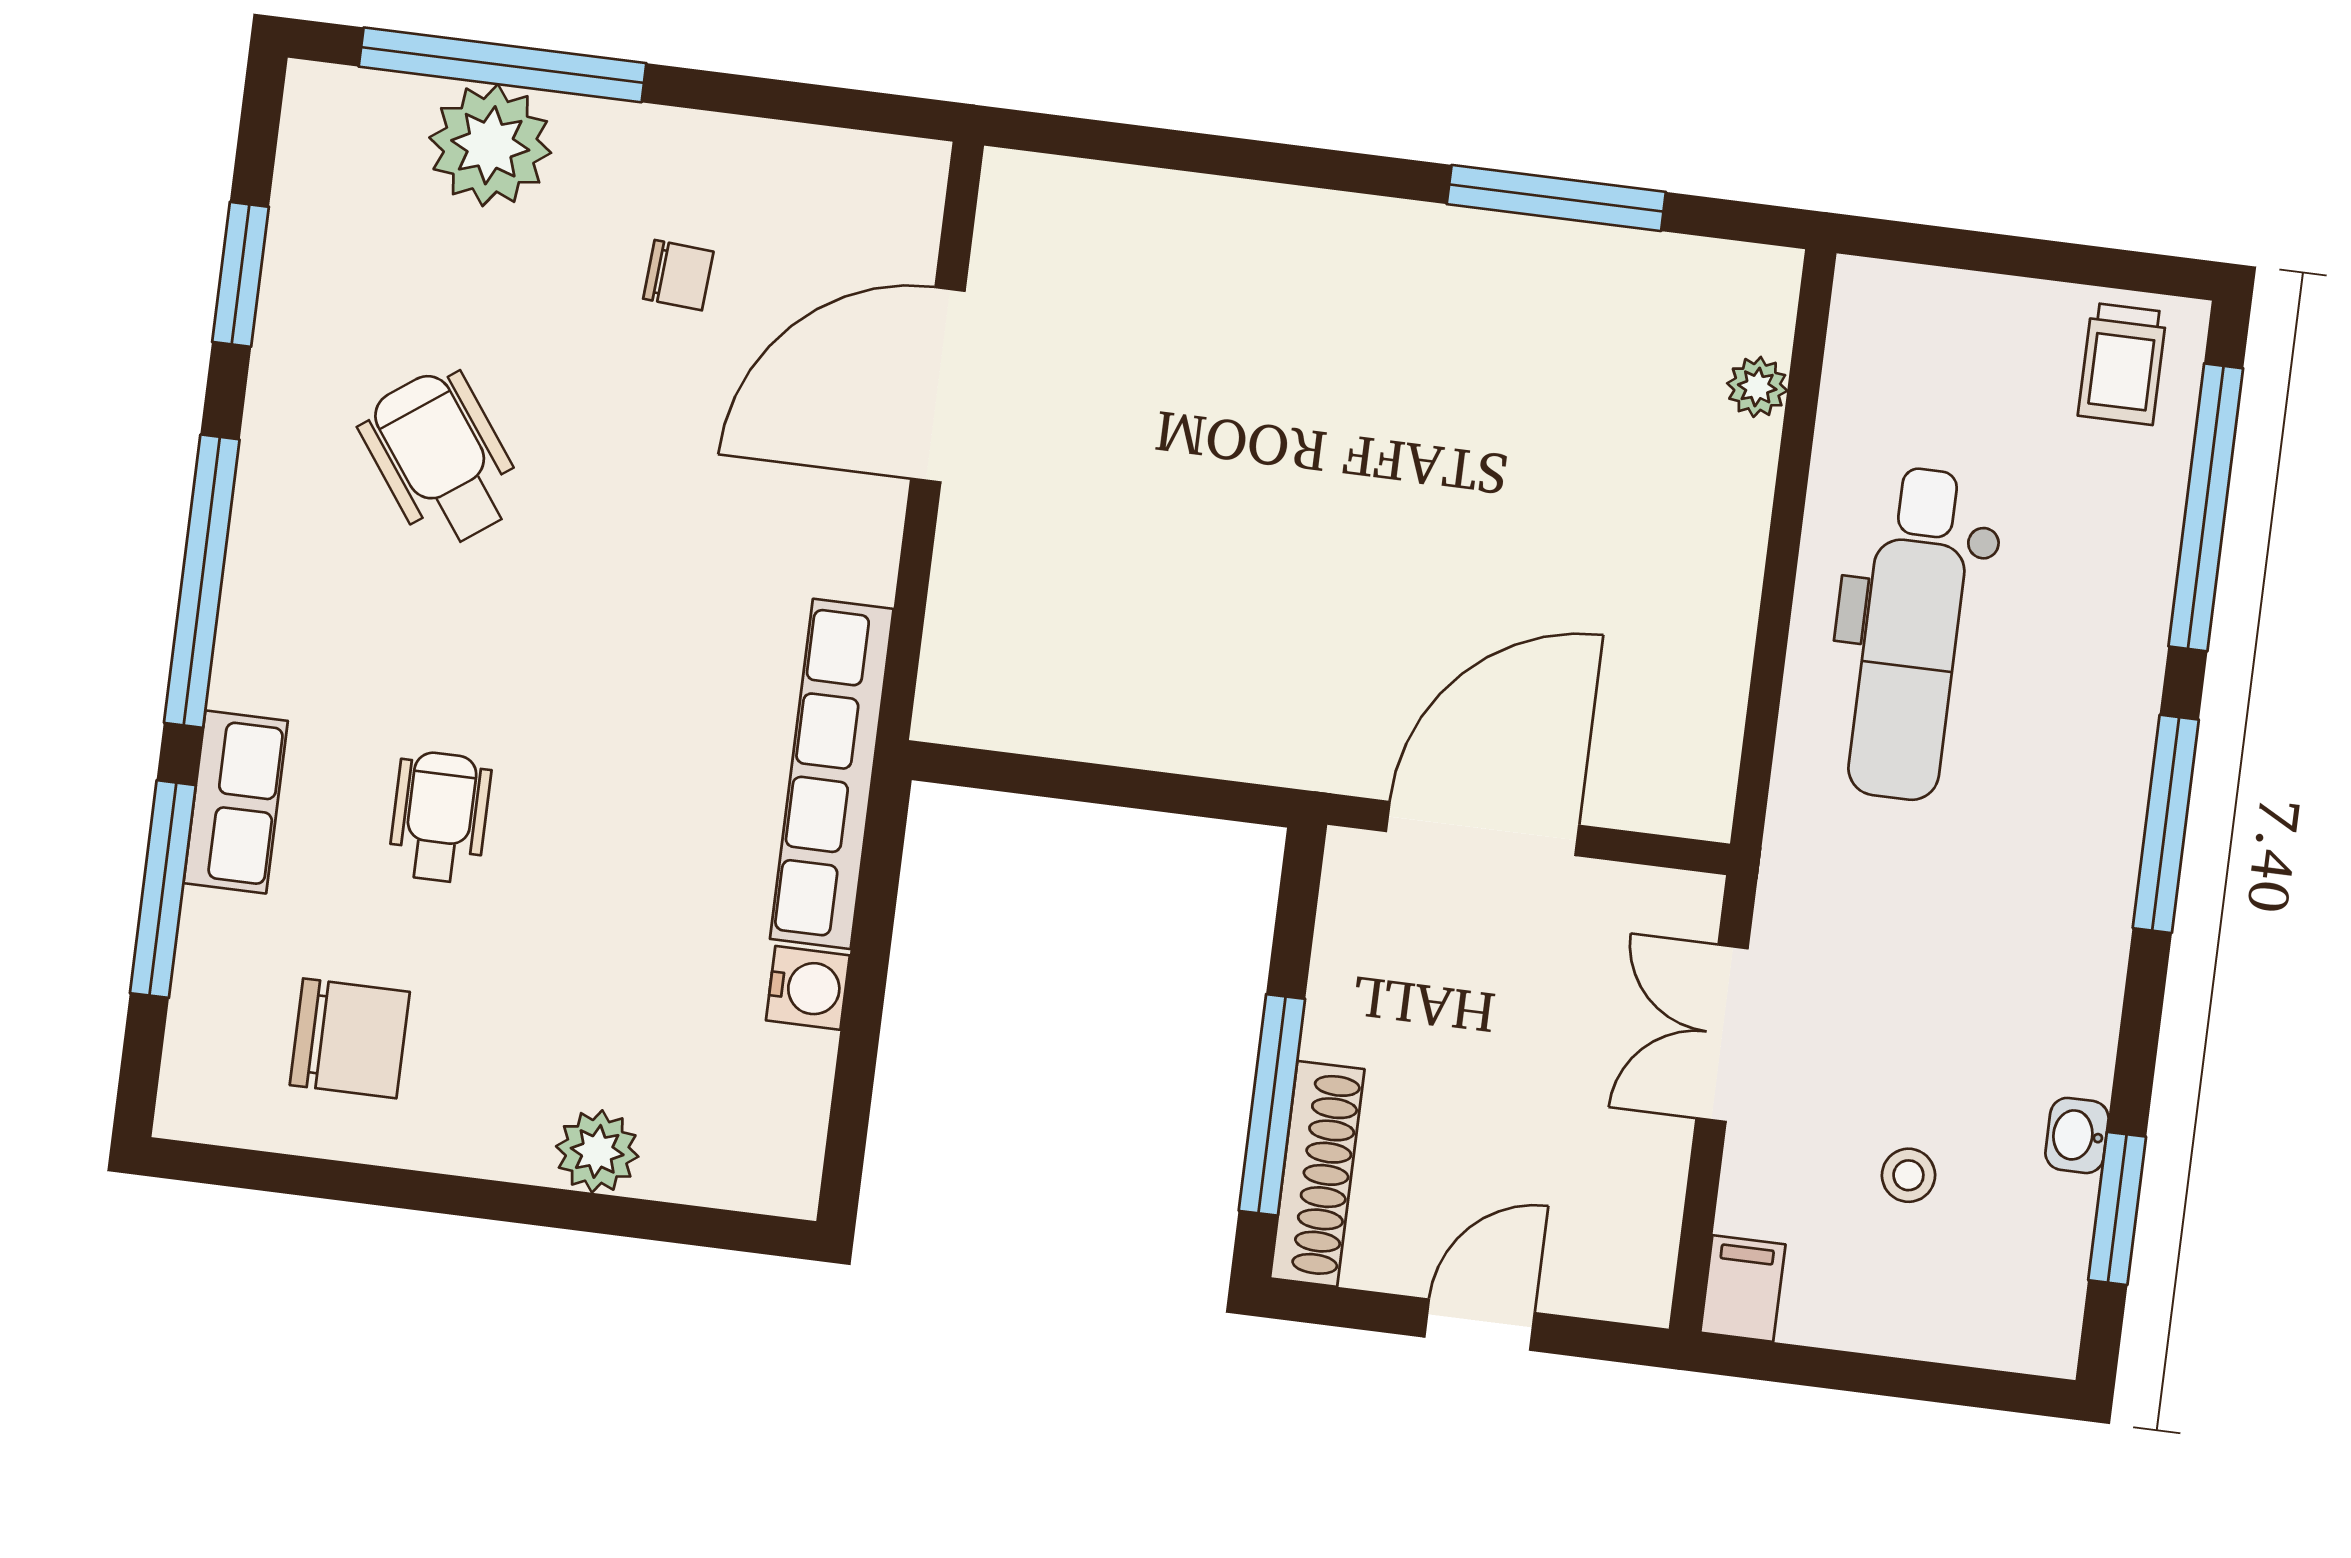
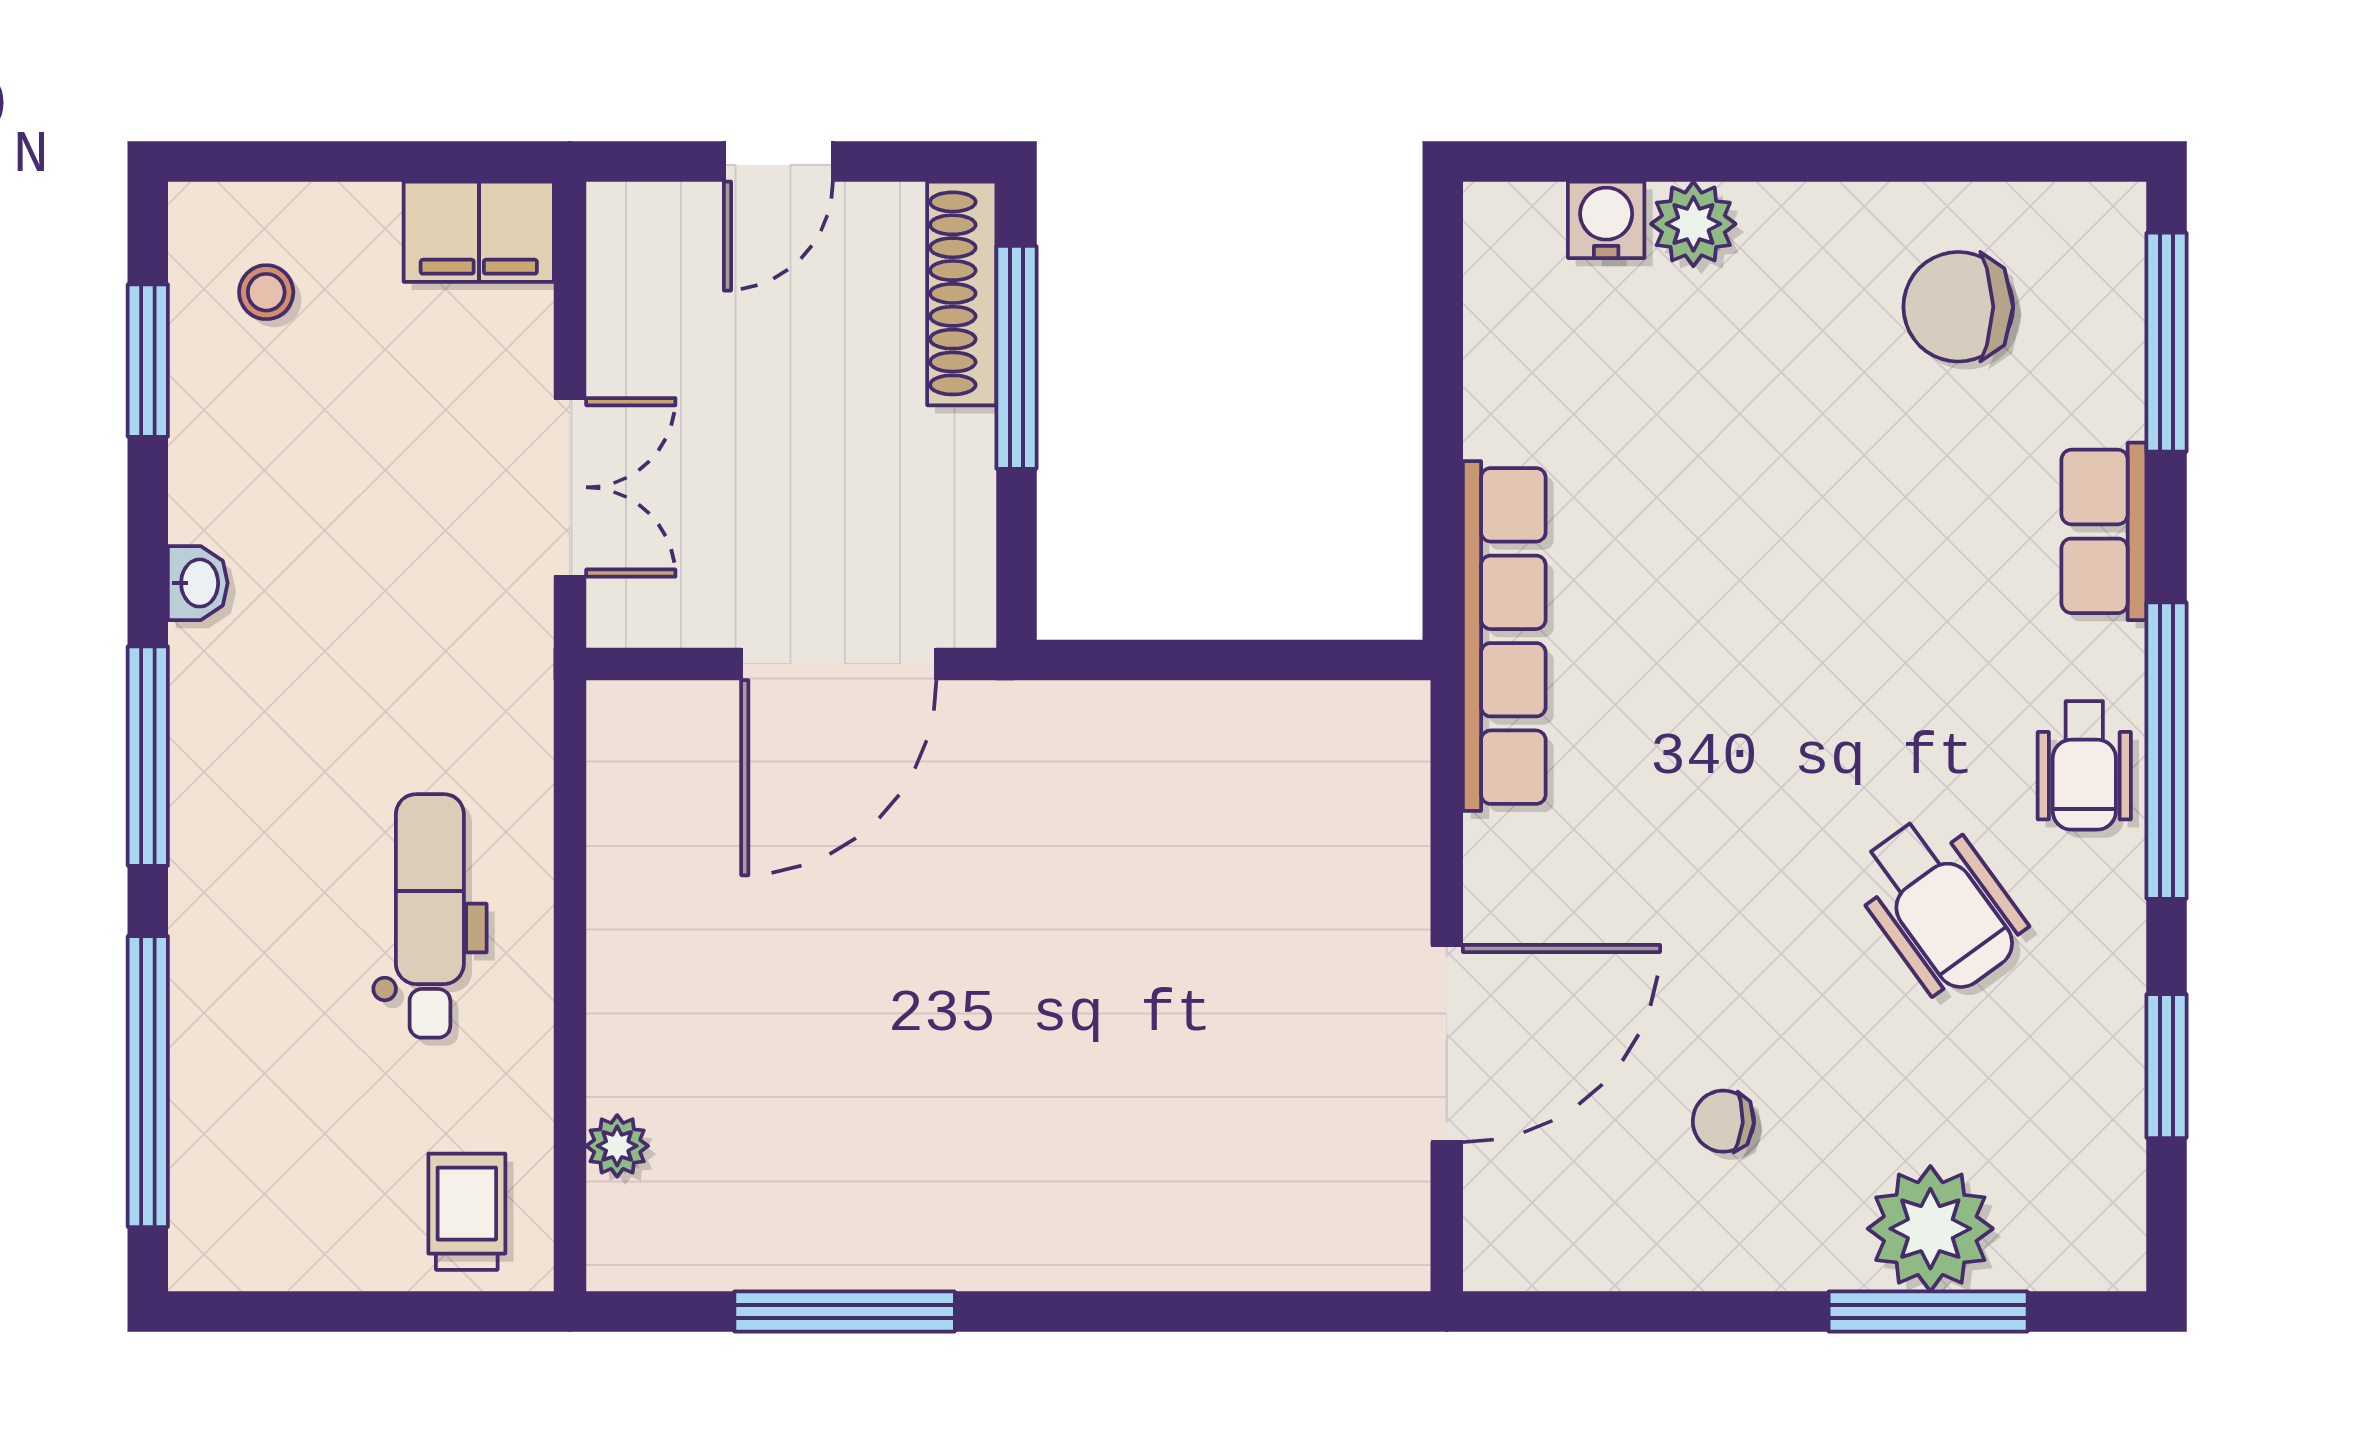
window: (503, 65) -> (1928, 1311), width x0.68
trolley: (2122, 364) -> (467, 1212), moved
dental chair: (1911, 634) -> (430, 916), width x0.73, depth x0.72
wheelchair: (440, 817) -> (2084, 765), moved
window: (163, 889) -> (2166, 342), moved
water cooler: (808, 988) -> (1606, 220), moved, turned 90
washbasin: (2077, 1135) -> (198, 583), moved
stool: (1908, 1175) -> (266, 292), moved
filing cabinet: (1743, 1289) -> (479, 232), width x2.00

